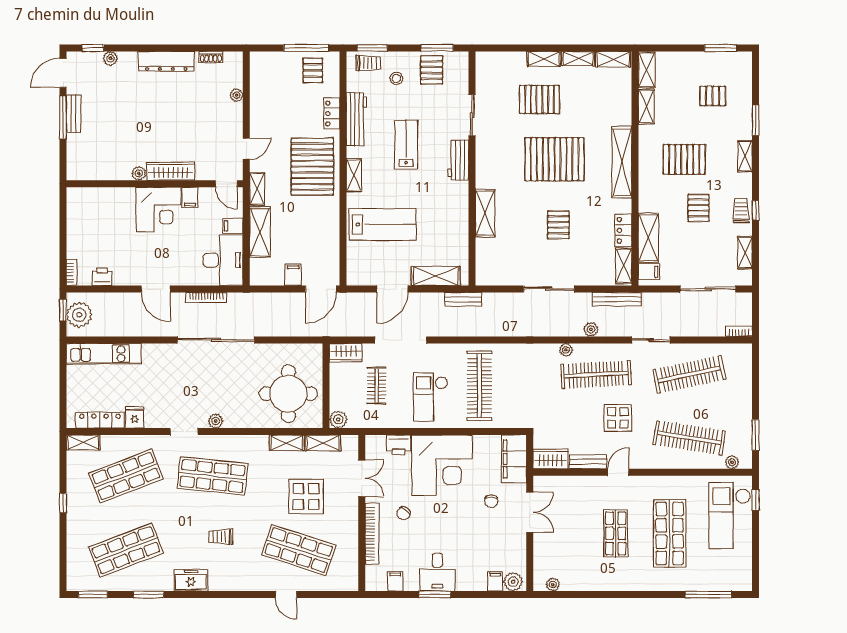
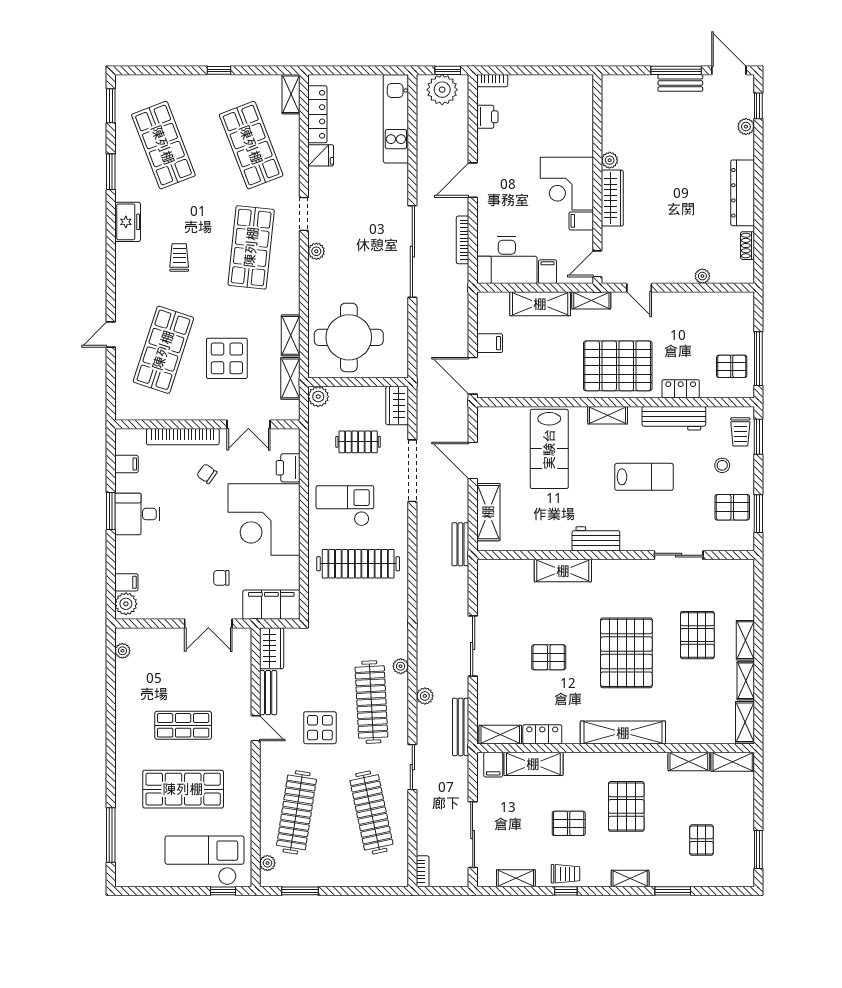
workbench: (458, 160) -> (596, 539), moved

